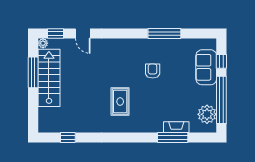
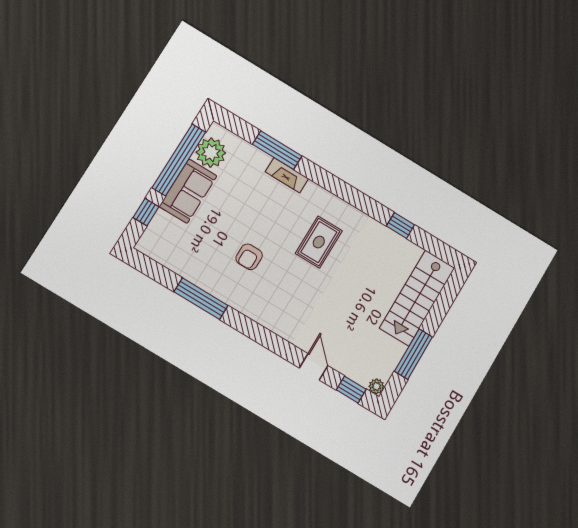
sofa: (206, 67) -> (188, 191), moved
stairs: (49, 78) -> (417, 298), moved
fireplace: (176, 127) -> (287, 175), moved
window: (68, 137) -> (400, 225), moved

